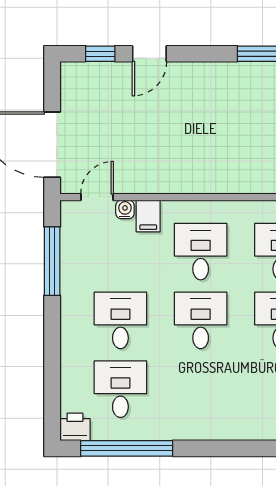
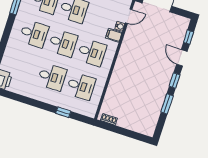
window: (203, 54) -> (175, 81), added
door: (97, 197) -> (129, 16), hinge flipped
desk: (201, 389) -> (34, 34), added

